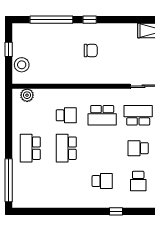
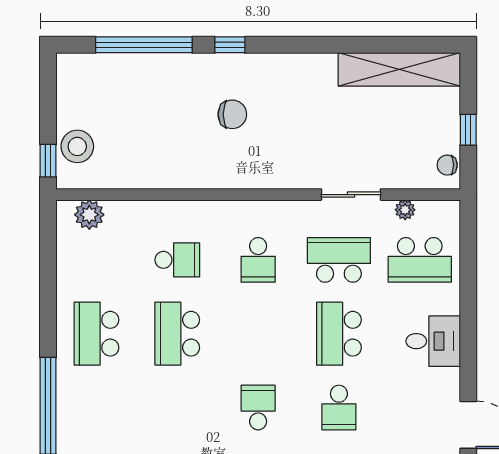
window: (9, 49) -> (48, 161), moved
school desk: (102, 115) -> (258, 260), width x0.54
school desk: (138, 148) -> (339, 334), width x1.85
school desk: (102, 181) -> (258, 408), turned -90

